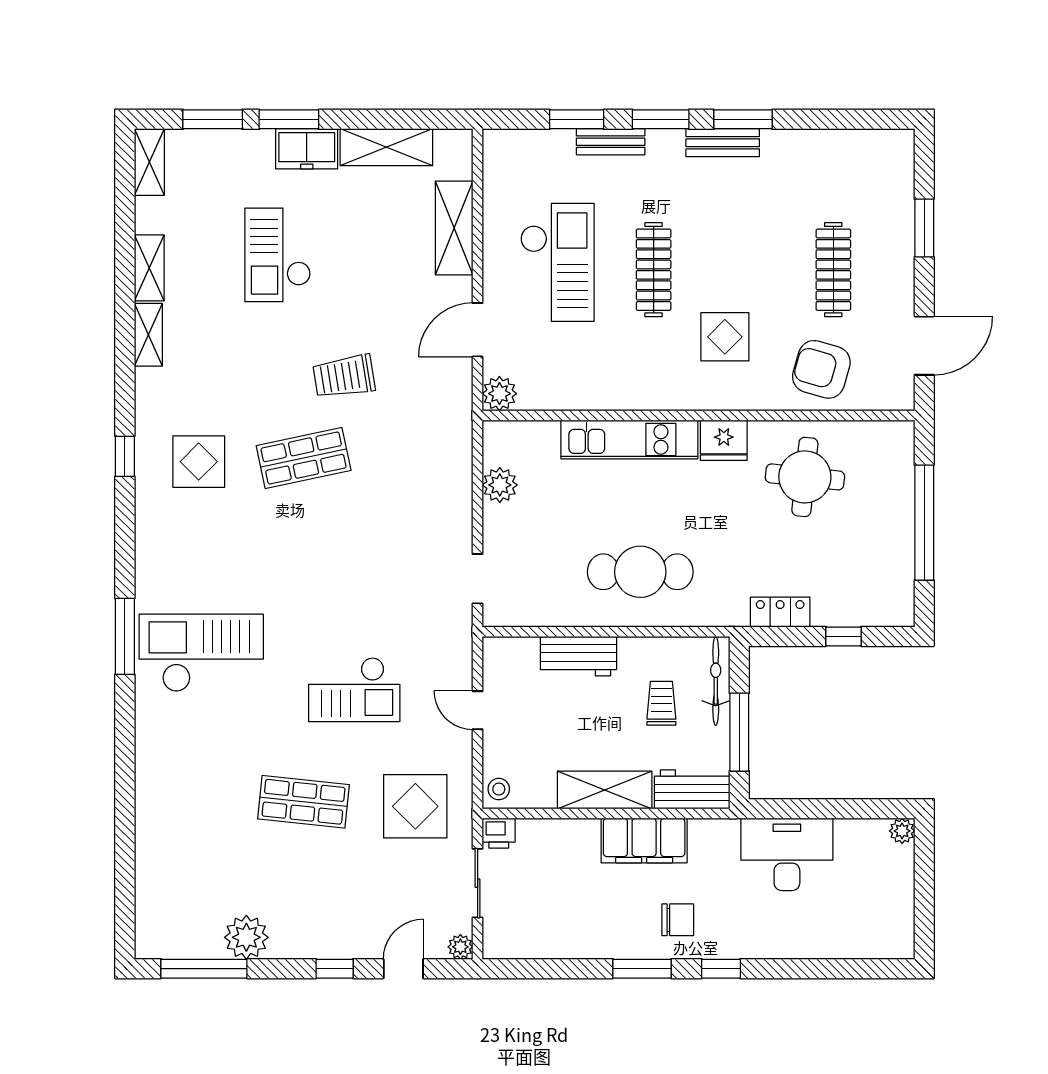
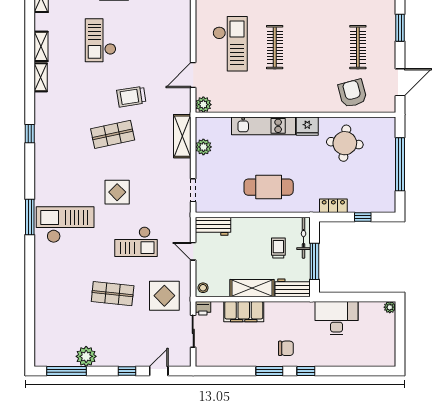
shelving: (454, 228) -> (182, 136), moved
display table: (725, 337) -> (308, 78), removed
armchair: (821, 369) -> (352, 93), turned 59
display table: (199, 462) -> (117, 192), moved
workbench: (578, 656) -> (213, 226), moved
filing cabinet: (644, 841) -> (244, 312), moved
plant: (460, 947) -> (185, 361), removed

